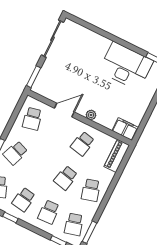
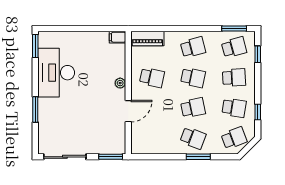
window: (104, 34) -> (35, 109), added
door: (64, 110) -> (128, 111), swing flipped
school desk: (32, 119) -> (193, 108), moved
filing cabinet: (125, 129) -> (117, 37), width x0.50

